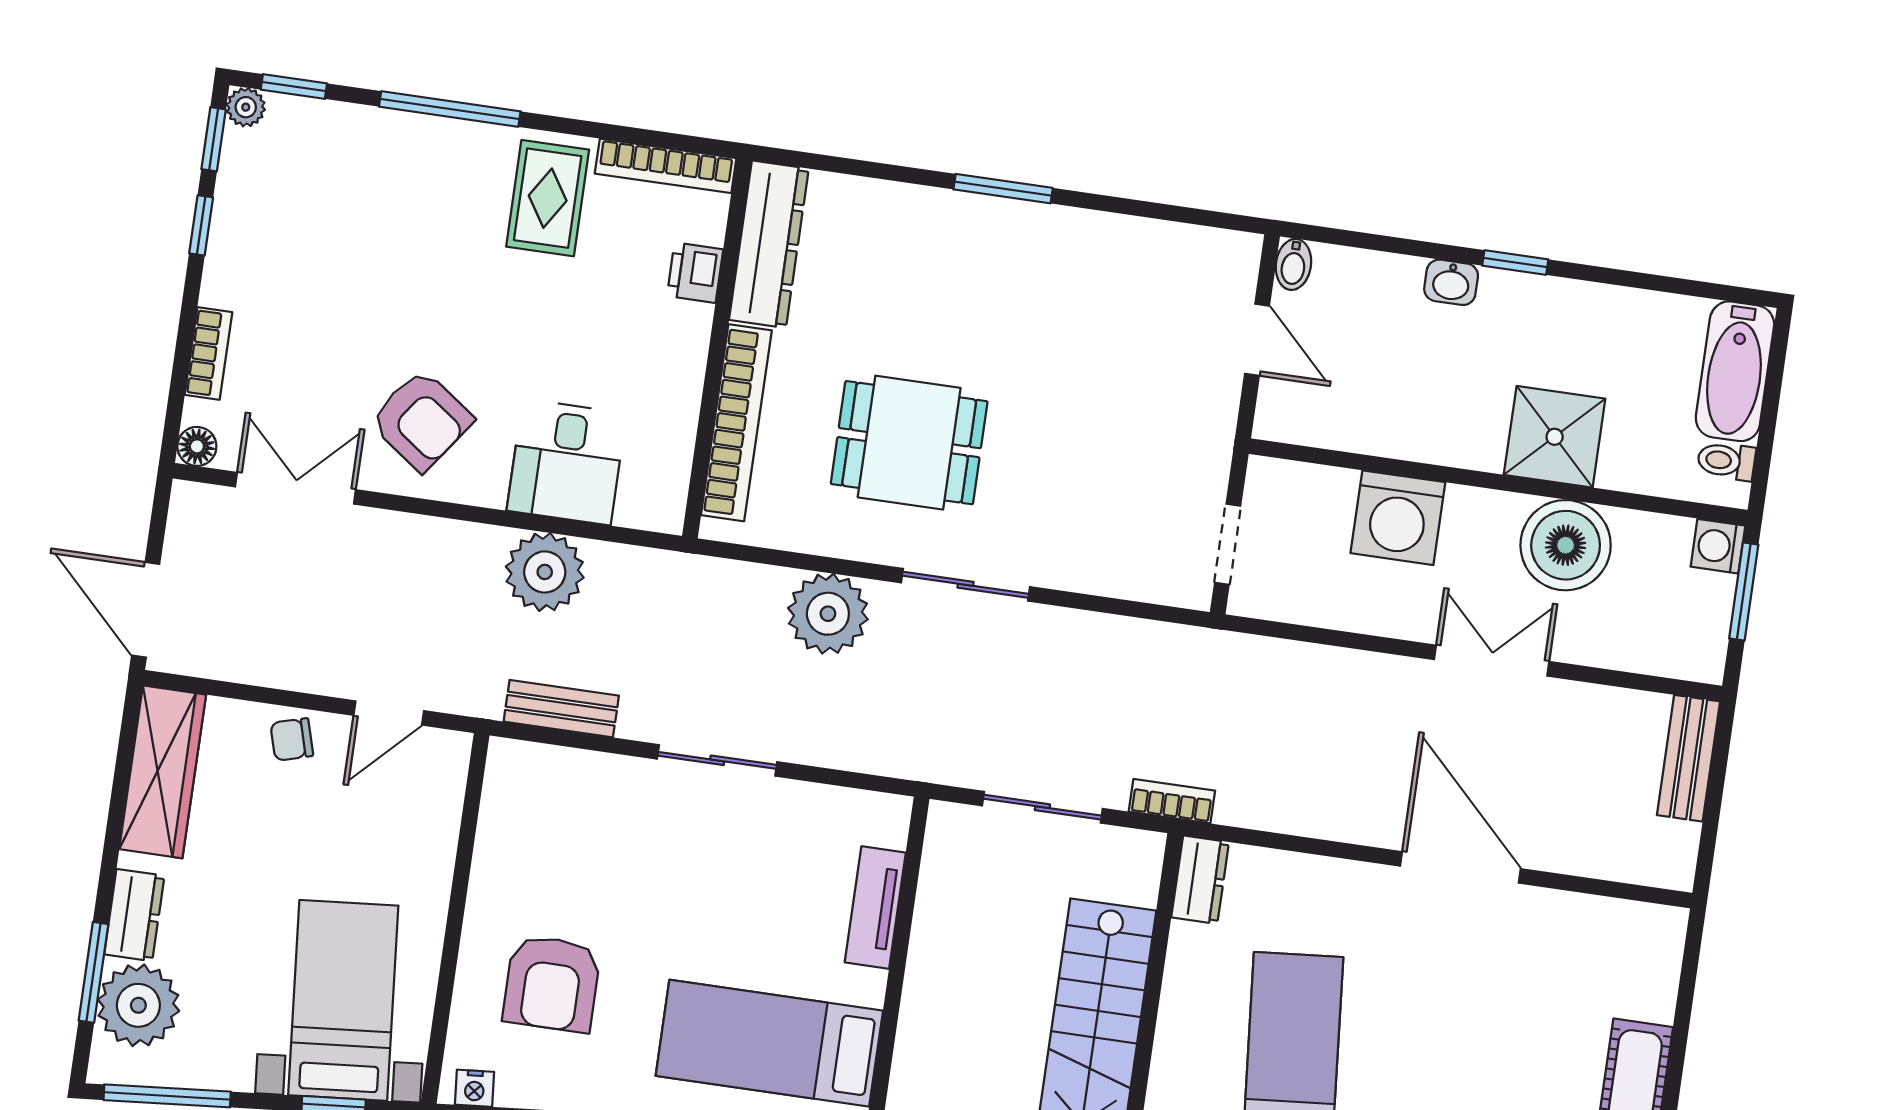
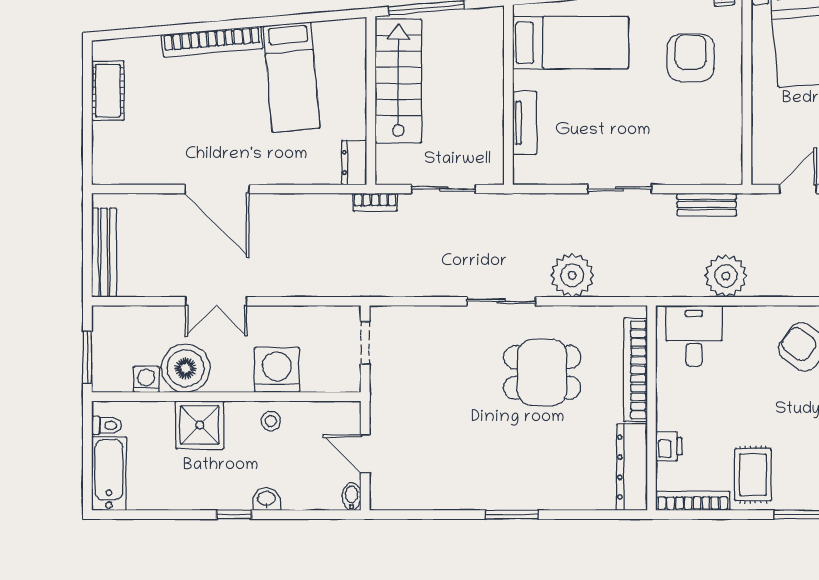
stool: (1422, 425) -> (271, 421), added
desk: (567, 462) -> (694, 336), moved
washing machine: (1718, 546) -> (146, 379), moved, turned -90
bench: (1688, 758) -> (104, 253), width x1.36

